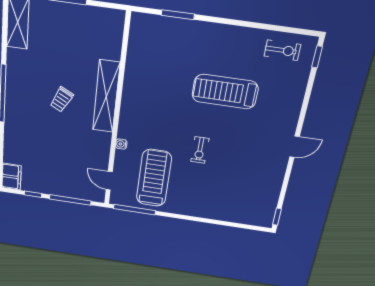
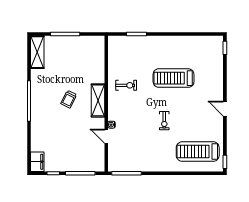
exercise bike: (282, 50) -> (126, 85), moved
shelving: (106, 97) -> (98, 100), width x0.68
door: (295, 147) -> (225, 109), swing flipped
treadmill: (154, 178) -> (198, 152), moved, turned -90
door: (109, 181) -> (106, 136), moved

